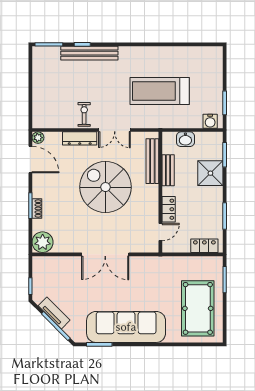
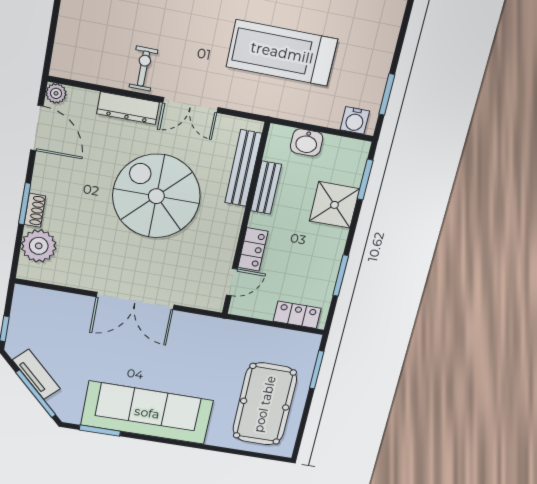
plant: (43, 242) -> (39, 246), moved

